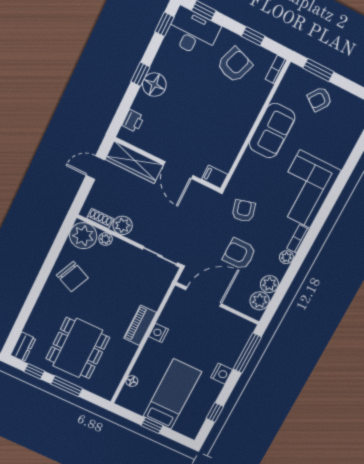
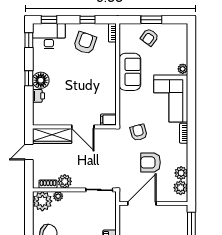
window: (318, 70) -> (151, 20), moved
printer: (133, 121) -> (38, 96), moved
plant: (286, 257) -> (183, 69), moved

